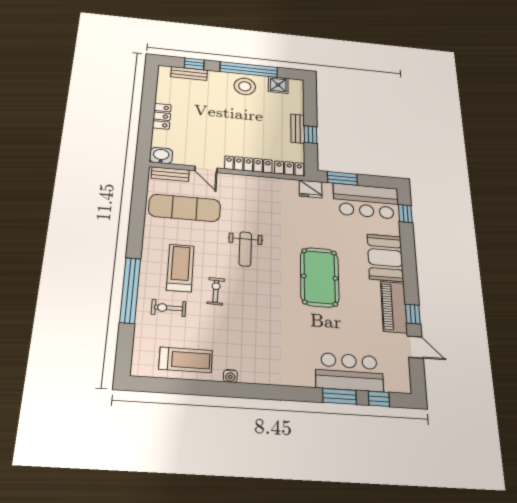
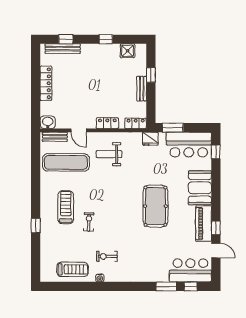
window: (249, 70) -> (106, 39), width x0.32
bench: (189, 73) -> (63, 49), width x1.36
stool: (245, 86) -> (103, 55), removed
locker: (162, 116) -> (46, 83), width x1.53
window: (311, 135) -> (151, 75), moved
locker: (248, 164) -> (107, 123), width x0.66
weight bench: (245, 249) -> (109, 154), moved, turned 90
window: (130, 290) -> (36, 226), width x0.32
exercise bike: (169, 308) -> (107, 256), moved
bar counter: (349, 372) -> (190, 270), moved

